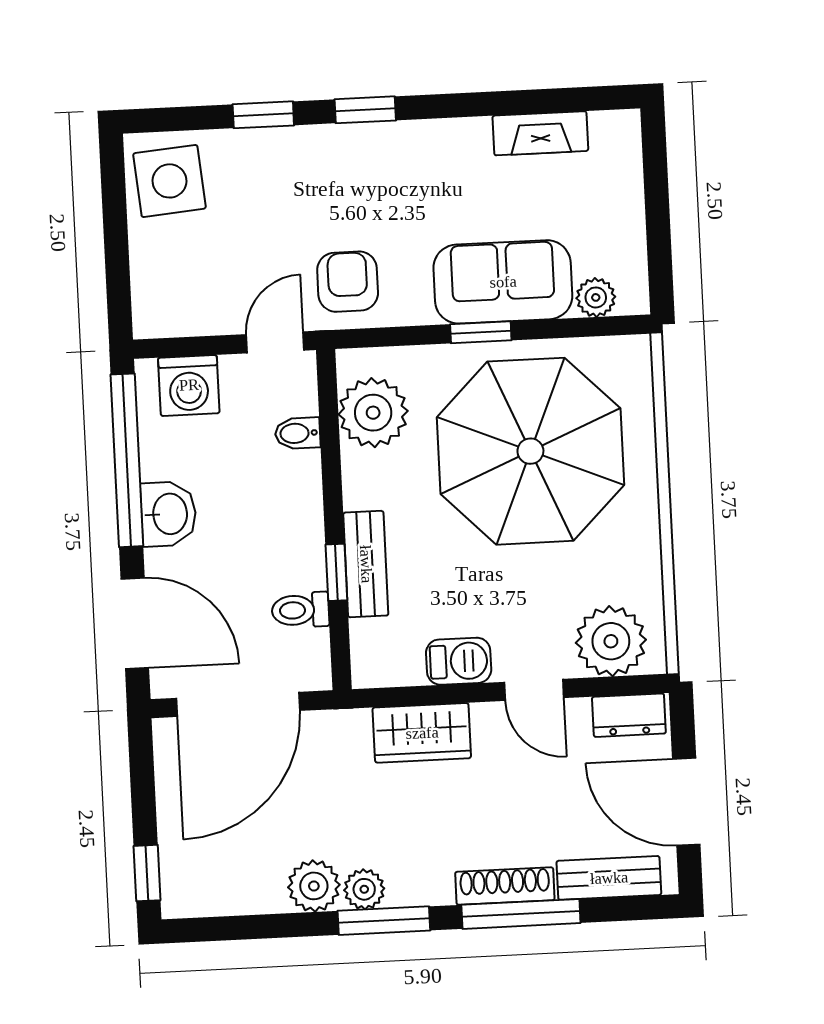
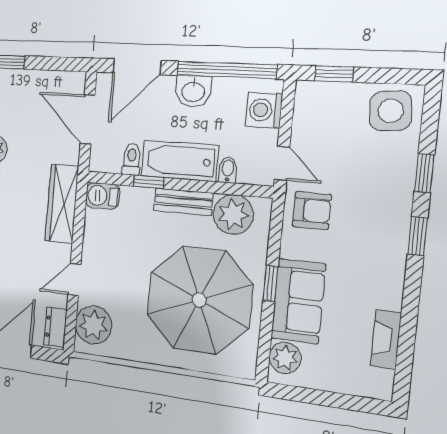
window: (118, 279) -> (334, 74), added
plant: (596, 297) -> (285, 358), width x1.38, depth x1.38
bathtub: (292, 521) -> (180, 161), added
bench: (366, 564) -> (183, 202), moved
barbecue: (459, 661) -> (103, 196), moved, turned 90
door: (238, 704) -> (88, 119), width x0.73
wardrobe: (422, 733) -> (62, 204), width x1.50

